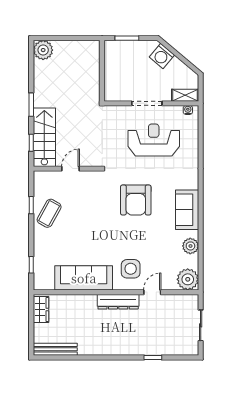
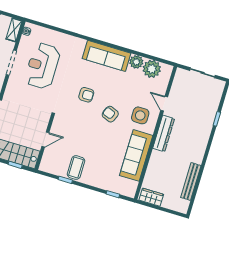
door: (71, 169) -> (45, 140), swing flipped
armchair: (136, 200) -> (86, 95), width x0.53, depth x0.53
sofa: (187, 210) -> (106, 56), width x1.36
coffee table: (49, 213) -> (76, 168), turned 61
armchair: (122, 234) -> (110, 114), added
plant: (188, 279) -> (152, 69), moved
bench: (55, 349) -> (191, 181), moved

